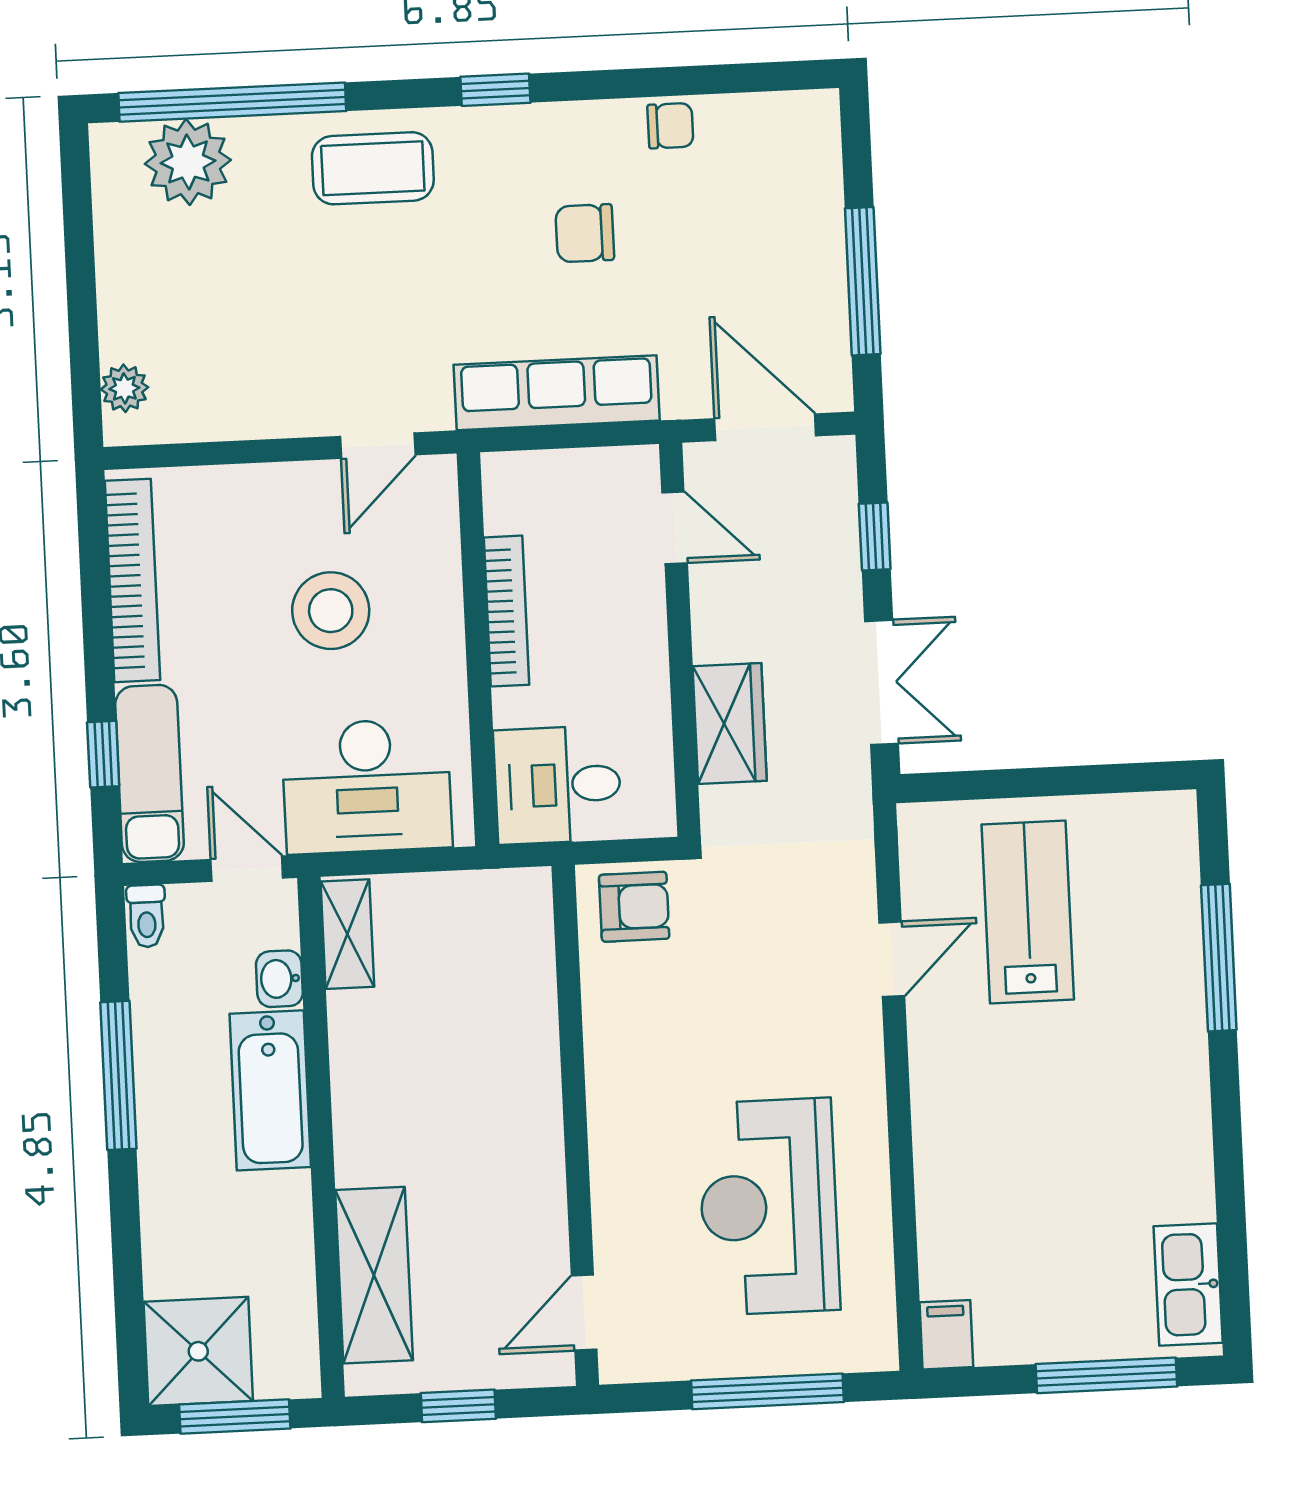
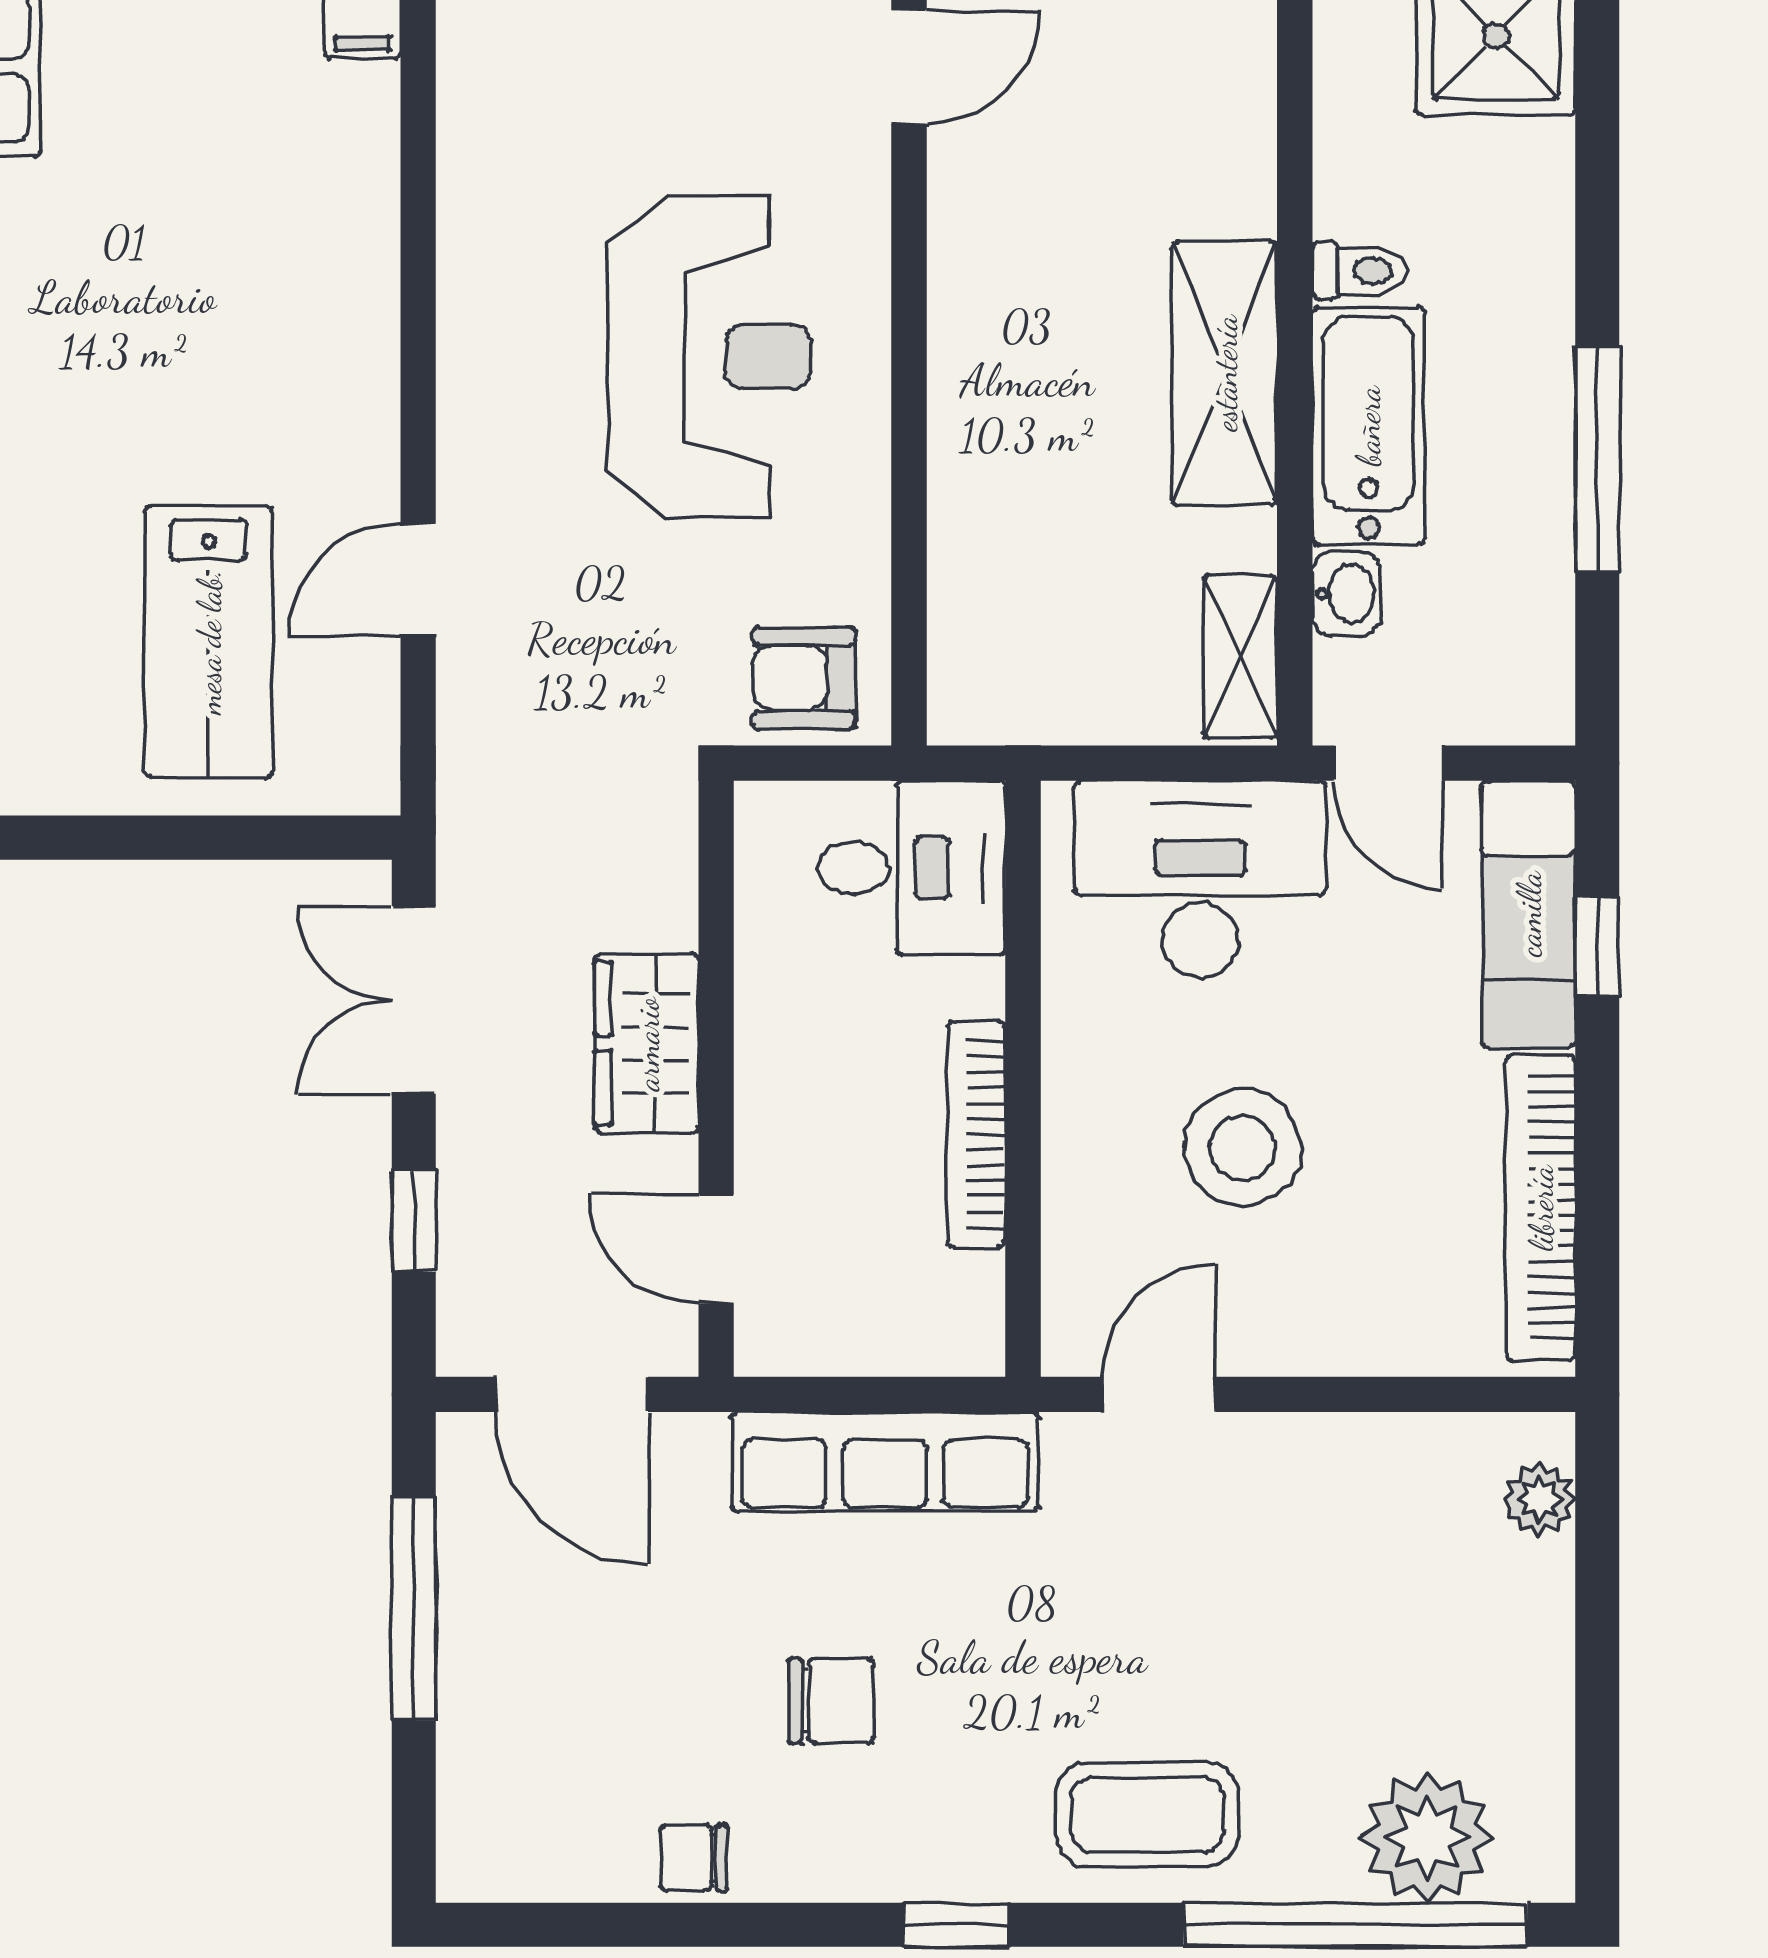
wardrobe: (730, 724) -> (647, 1044), moved
toilet: (146, 916) -> (1359, 271), moved, turned 90
reception desk: (769, 1207) -> (709, 357), moved
shelving: (374, 1275) -> (1225, 373), moved

